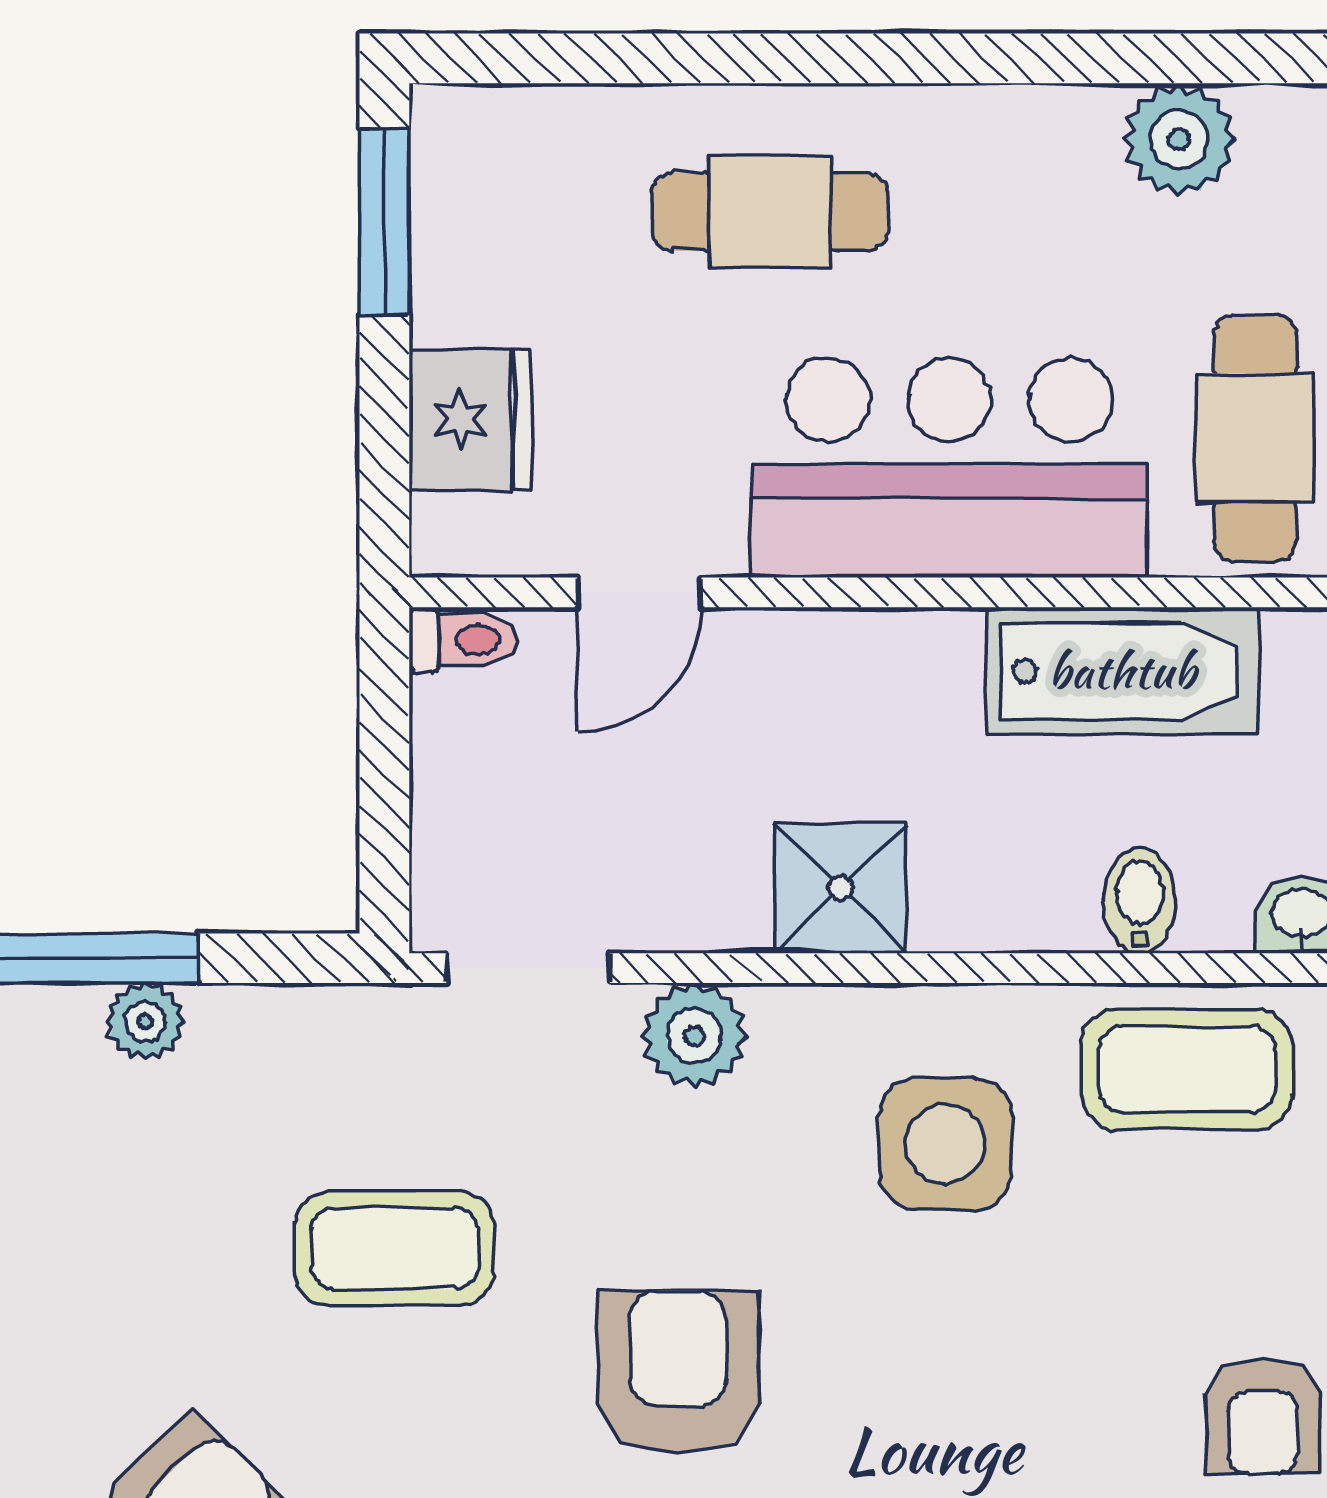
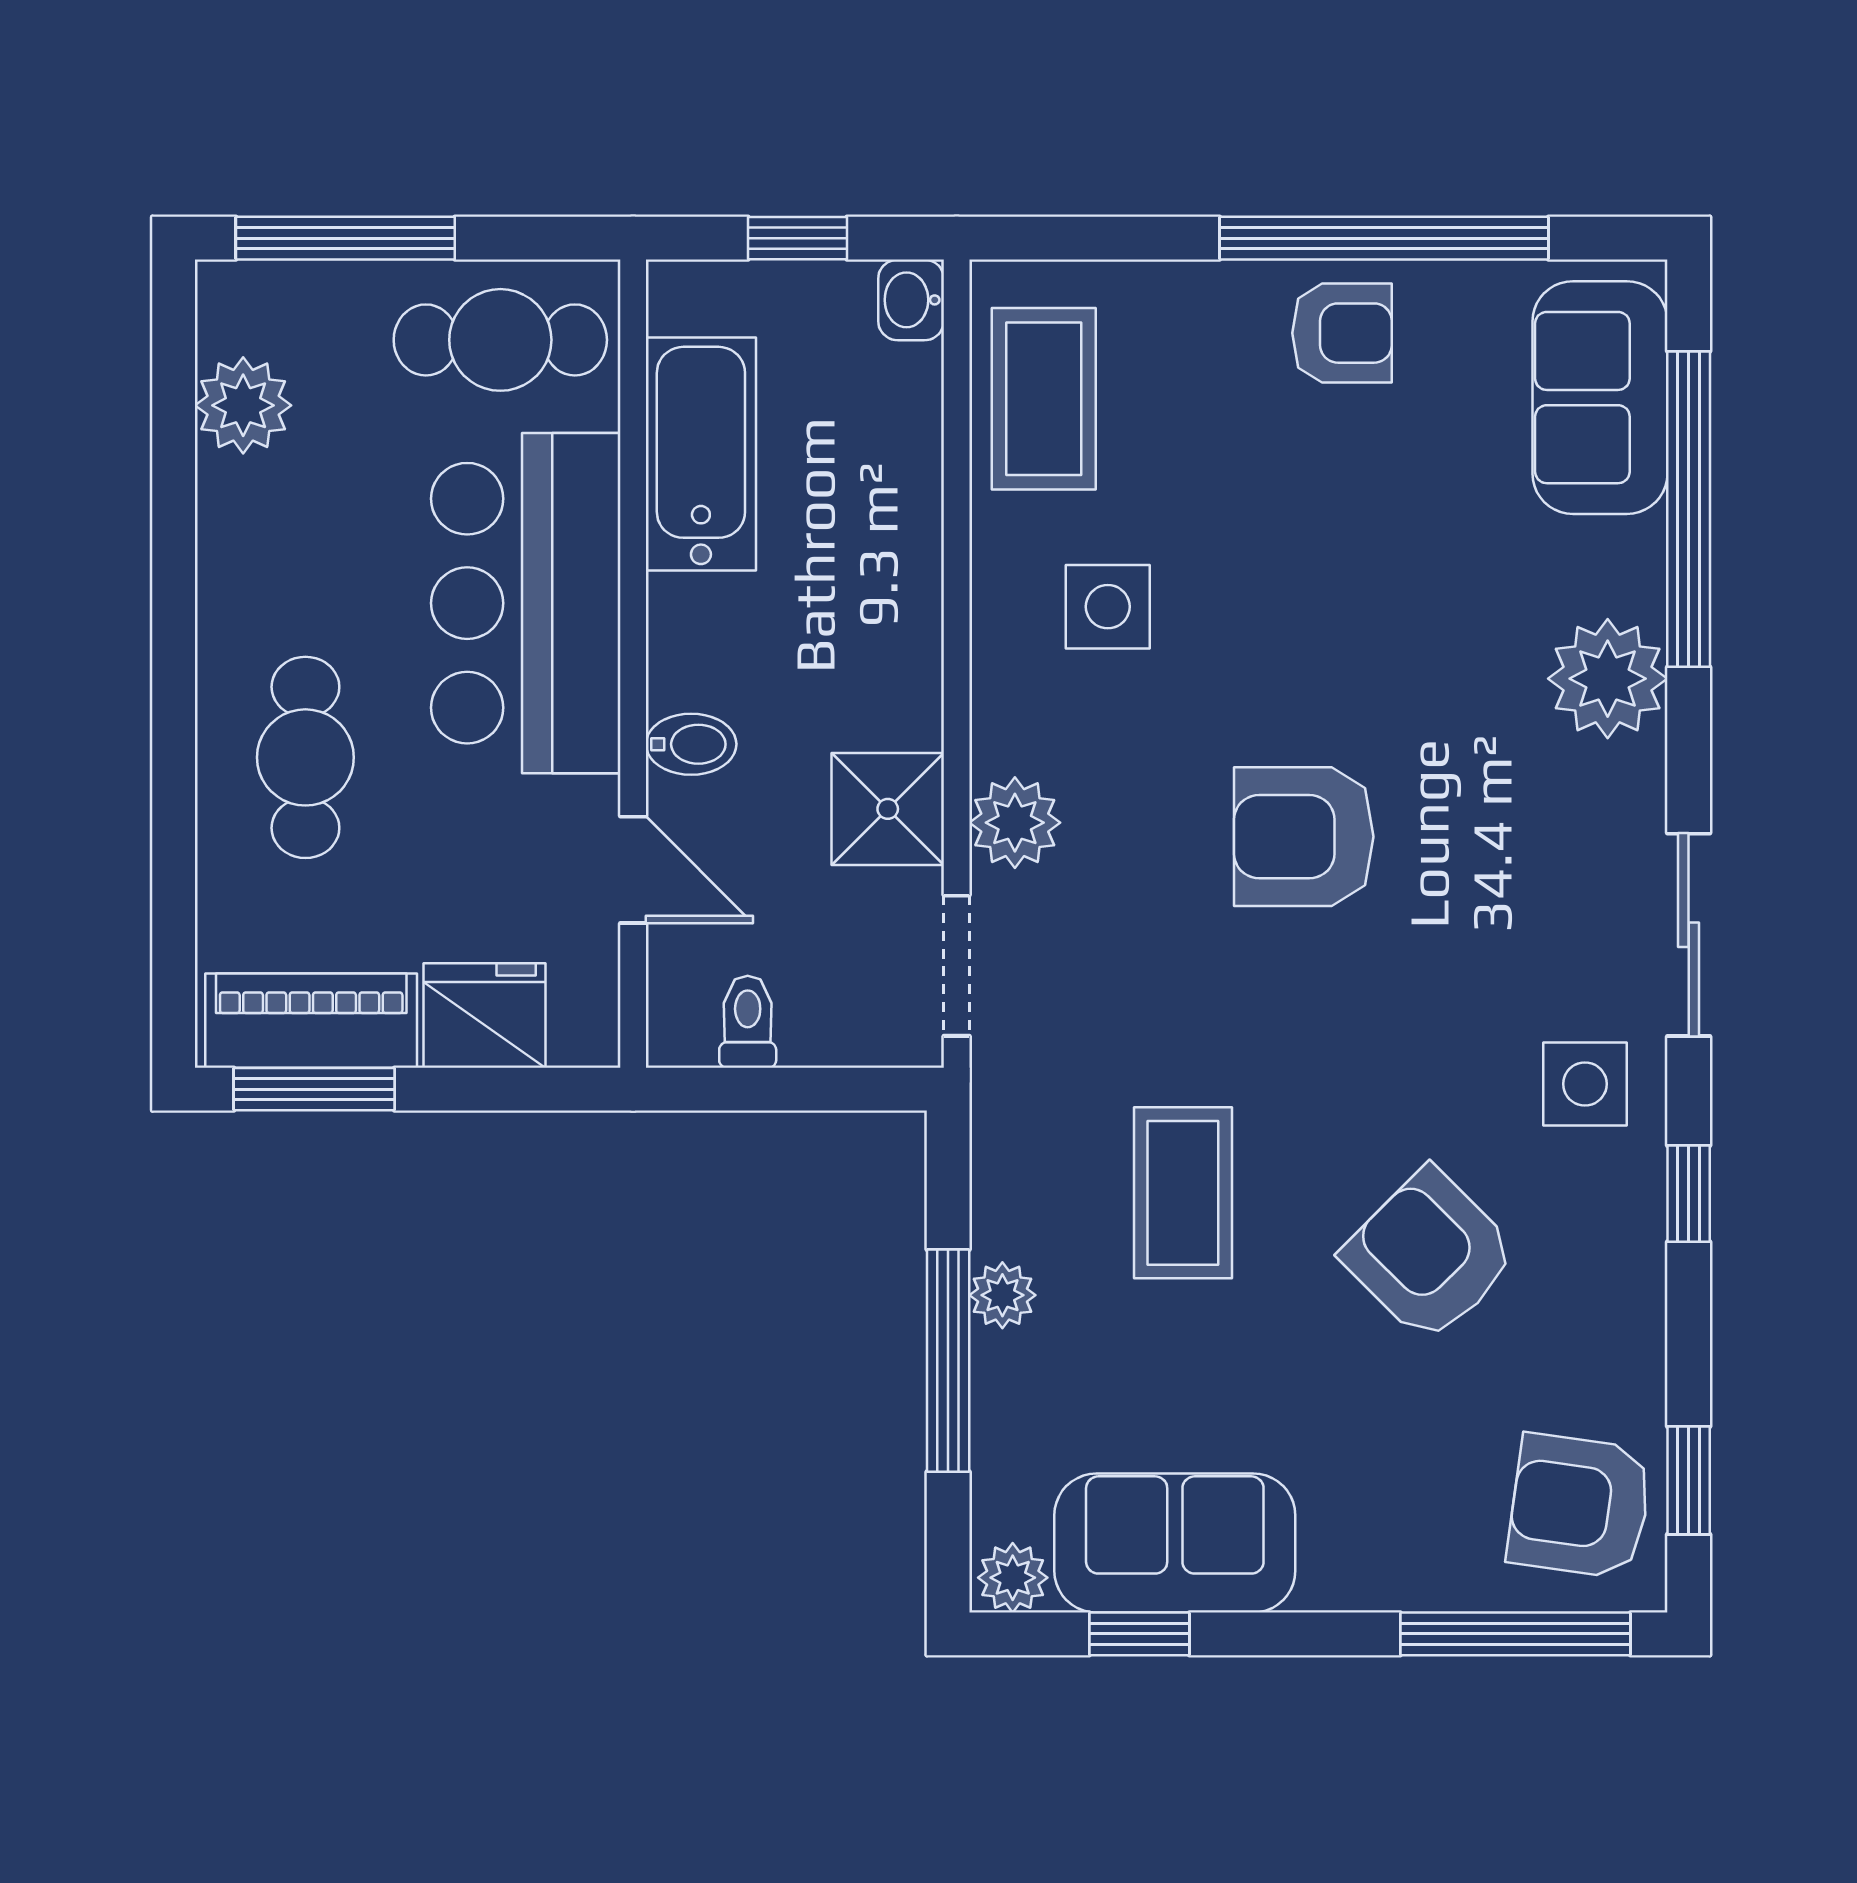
piano: (464, 218) -> (311, 1021), added
toilet: (463, 640) -> (748, 1022), moved
shower: (841, 888) -> (888, 809), moved
bidet: (1139, 901) -> (691, 744), moved, turned 180
side table: (945, 1144) -> (1108, 607), width x0.73, depth x0.73
coffee table: (394, 1248) -> (1183, 1193), moved

